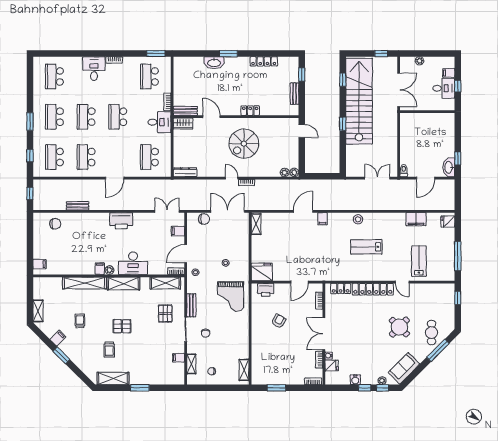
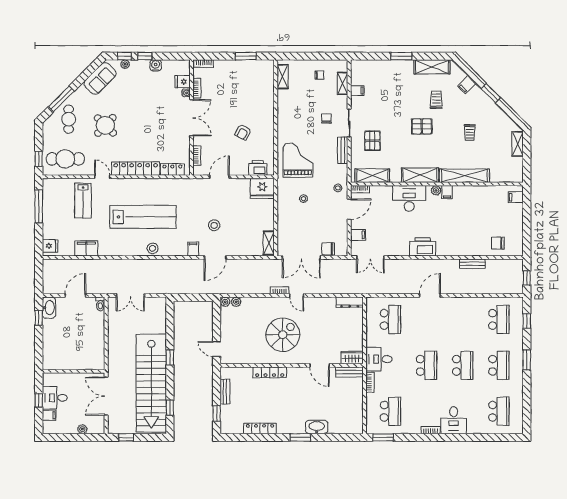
locker: (250, 111) -> (270, 372), width x1.53
school desk: (86, 157) -> (463, 319), removed
stool: (304, 239) -> (214, 225), added
lab bench: (366, 247) -> (143, 217), width x1.86, depth x1.39
cafe table: (434, 298) -> (65, 159), added
filing cabinet: (58, 338) -> (467, 85), moved

